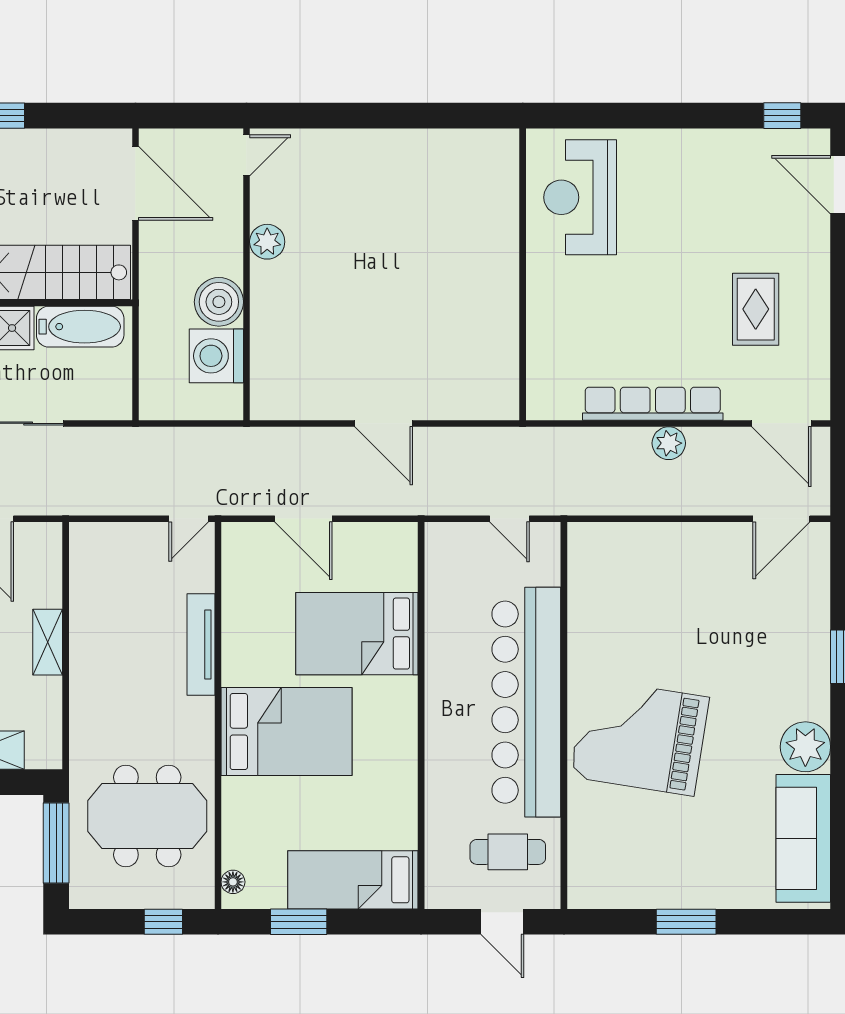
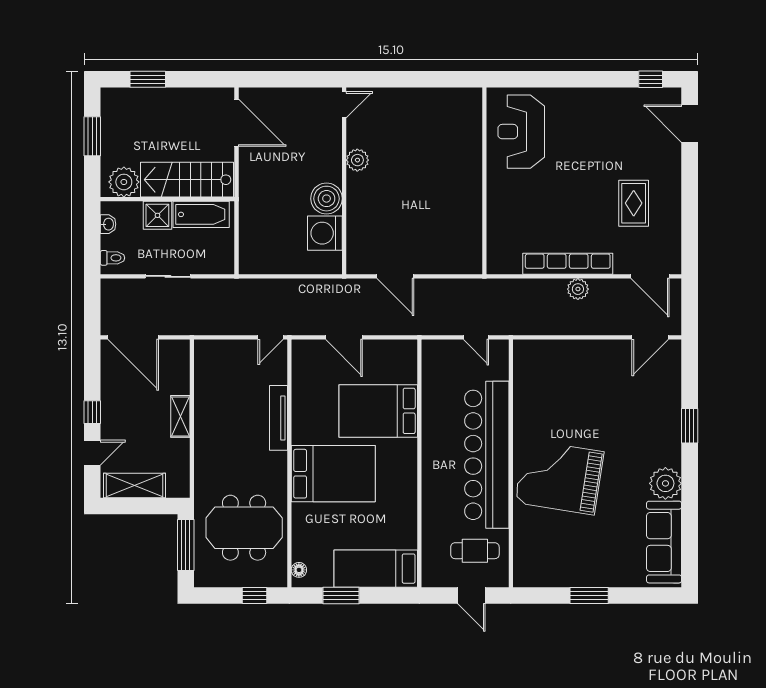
door: (247, 155) -> (344, 105), moved
plant: (267, 242) -> (357, 160), moved
wall: (247, 274) -> (344, 181), moved
boiler: (219, 302) -> (327, 199), moved
washing machine: (216, 356) -> (325, 233), moved

